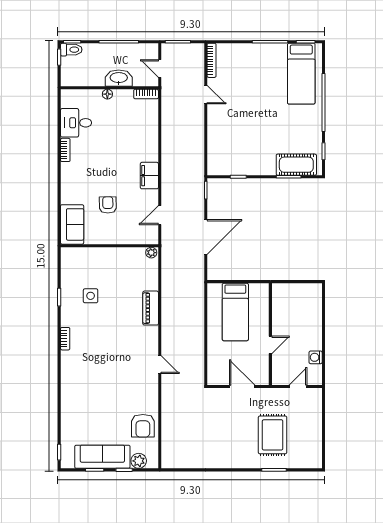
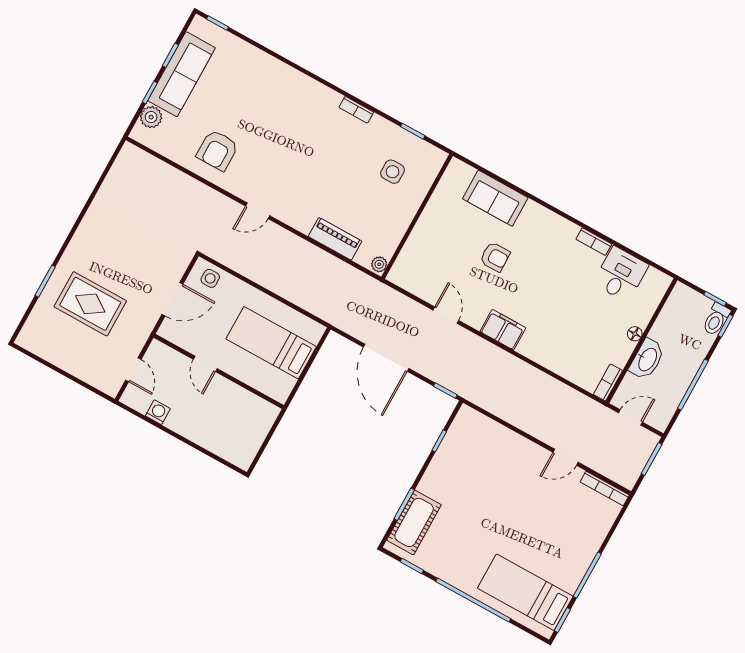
wall: (109, 246) -> (417, 216), moved
plant: (151, 253) -> (379, 264), moved
side table: (217, 371) -> (210, 278), added
armchair: (143, 426) -> (217, 150), moved, turned -90

